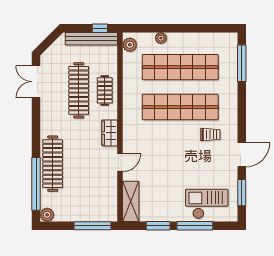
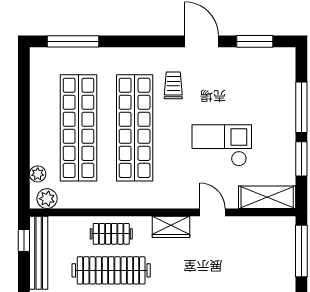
plant: (161, 38) -> (38, 174), moved
checkout: (207, 204) -> (222, 145), moved, turned 90

